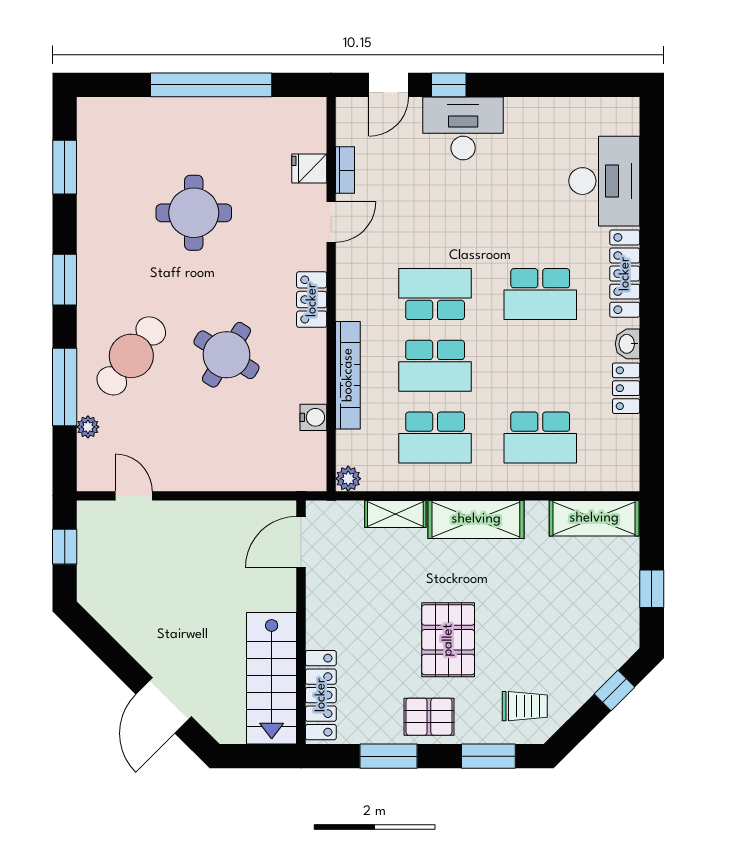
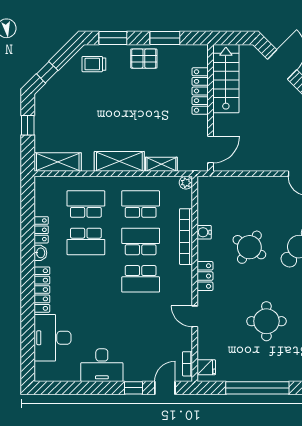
desk: (463, 128) -> (102, 365), moved
fridge: (309, 168) -> (206, 367), moved
bookcase: (345, 170) -> (188, 364), moved
door: (331, 222) -> (195, 316), hinge flipped
school desk: (540, 294) -> (86, 241), moved, turned 180
water cooler: (313, 417) -> (204, 232), moved
pallet: (448, 640) -> (134, 99), removed
locker: (321, 695) -> (200, 91), moved

